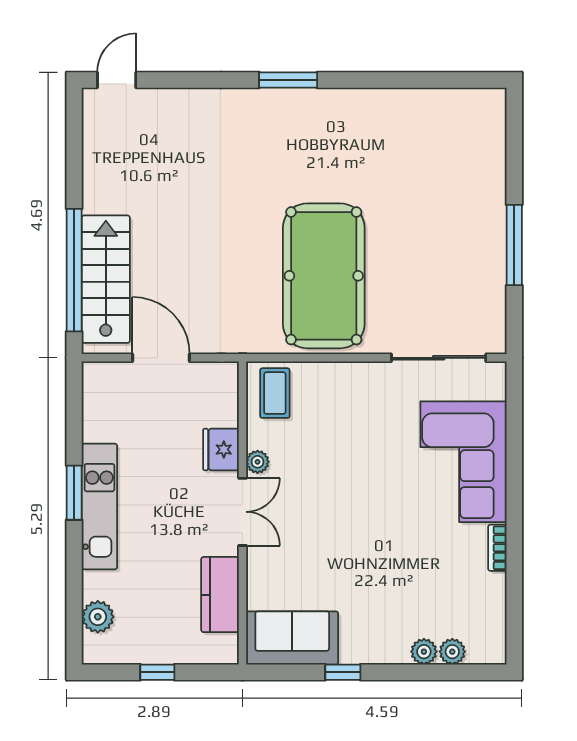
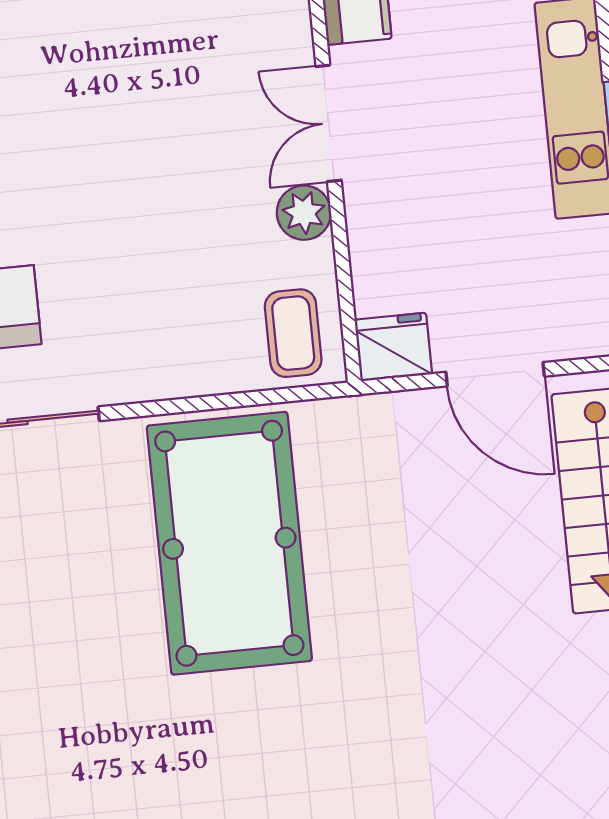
fridge: (221, 449) -> (393, 347), moved, turned -90
plant: (258, 462) -> (304, 213), width x1.38, depth x1.38

